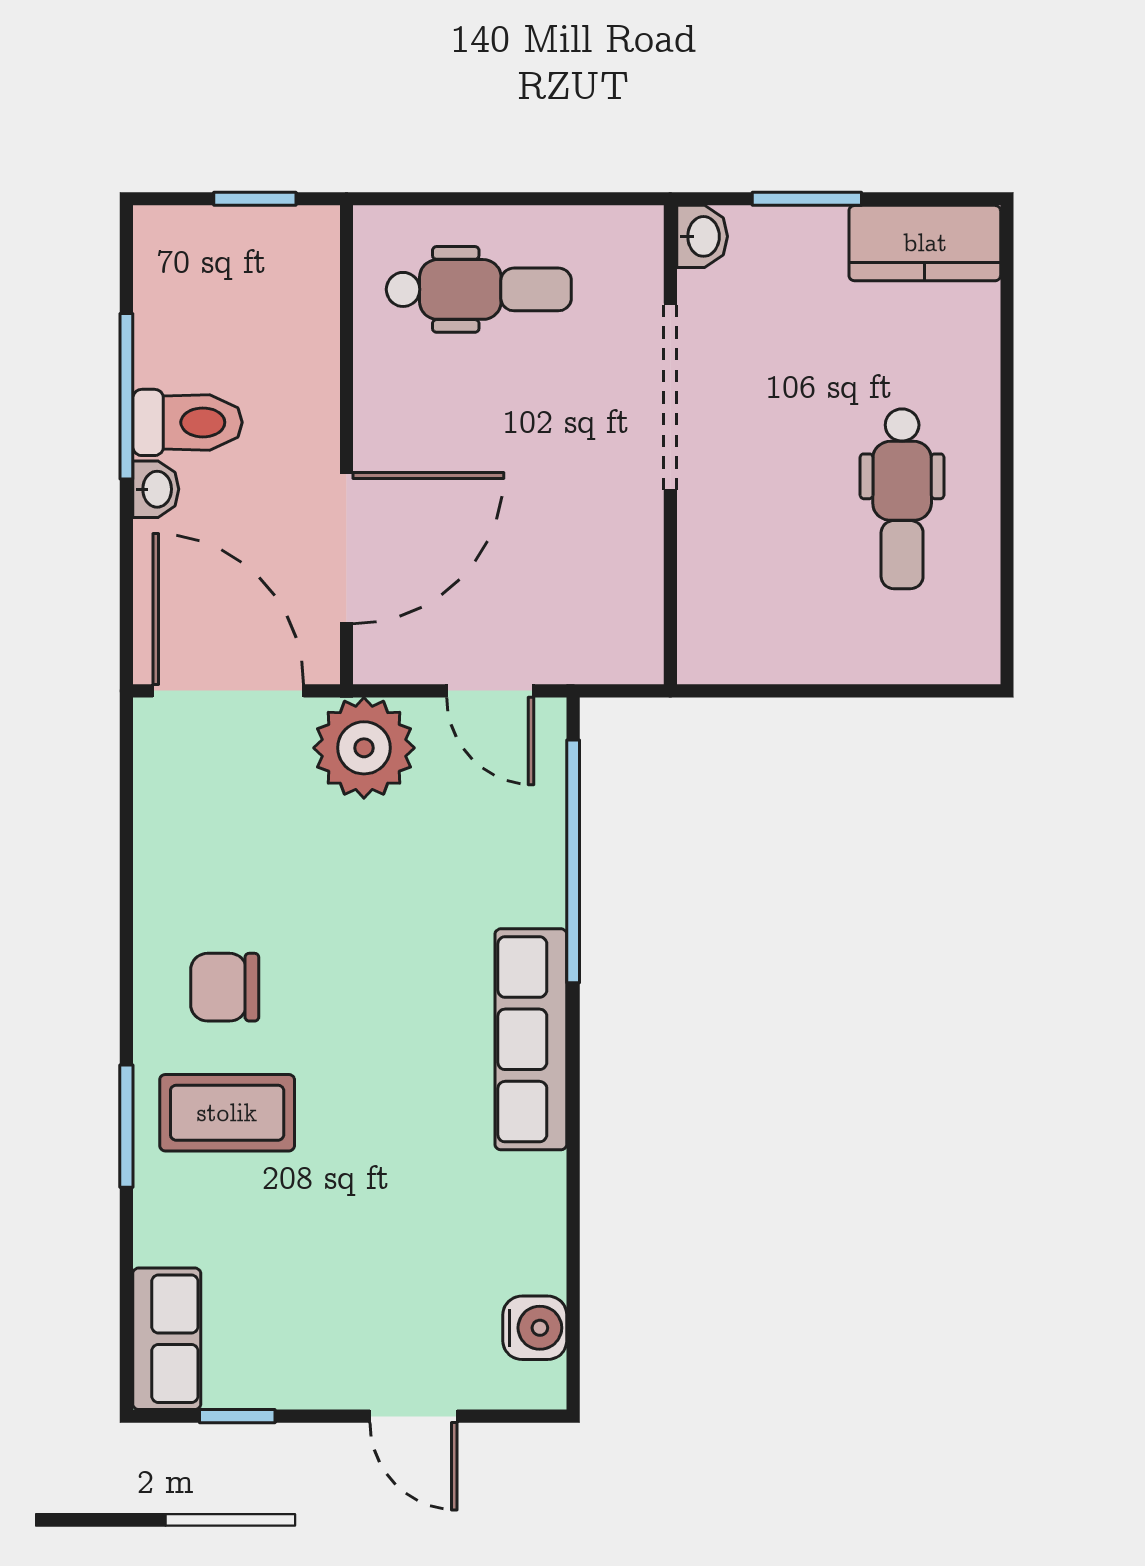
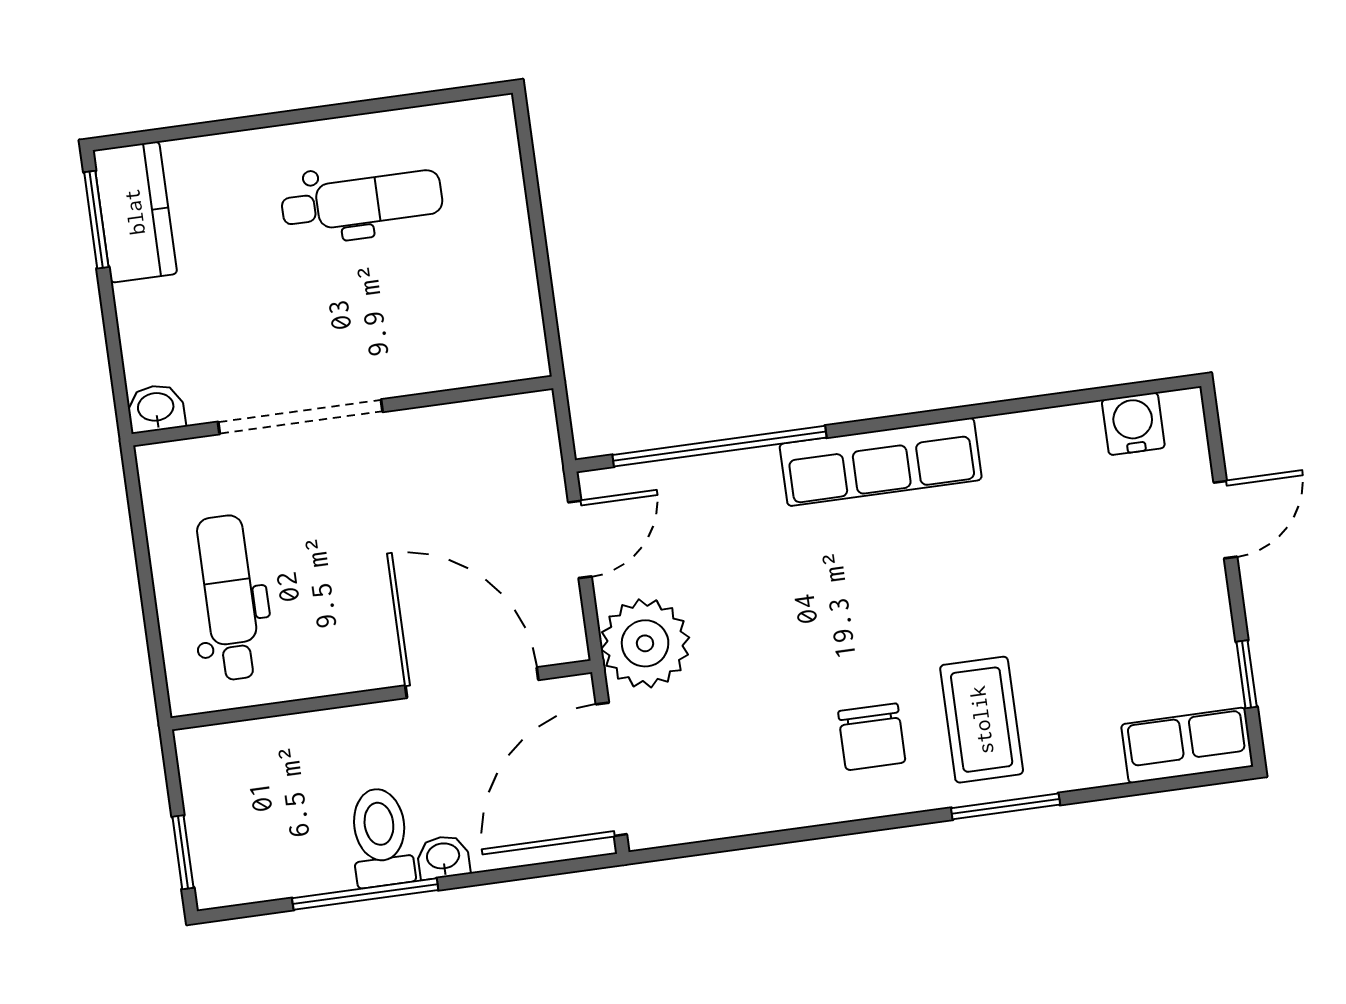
window: (255, 199) -> (183, 852), moved
window: (807, 199) -> (96, 220), moved

